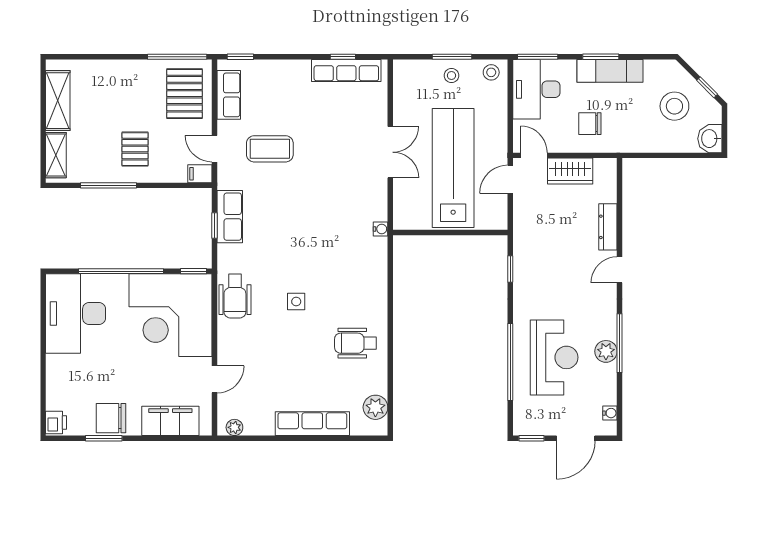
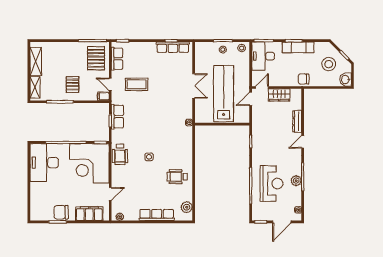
chair: (590, 124) -> (304, 79), moved
door: (534, 155) -> (262, 87), hinge flipped
printer: (56, 423) -> (35, 214), removed

